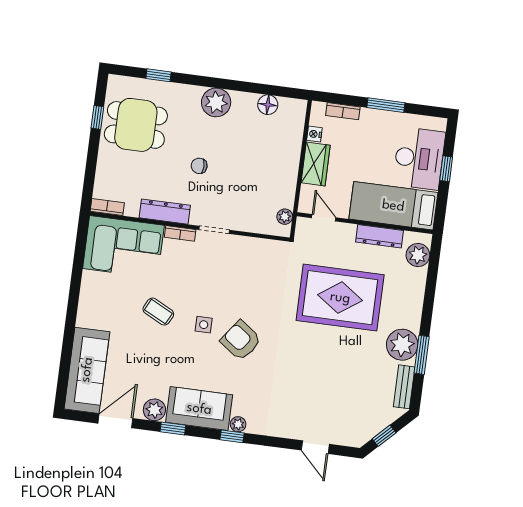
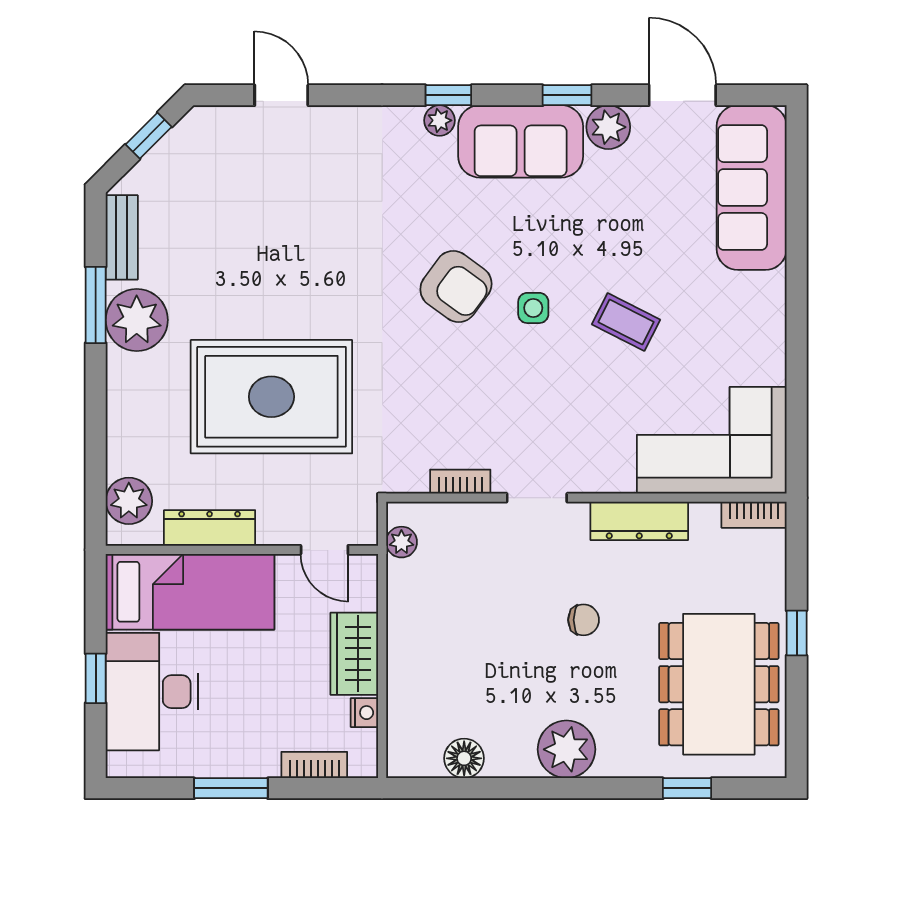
window: (97, 117) -> (797, 633), moved
dining table: (136, 125) -> (719, 684), width x1.38
bookcase: (180, 233) -> (460, 482), moved
door: (115, 421) -> (682, 95), swing flipped

